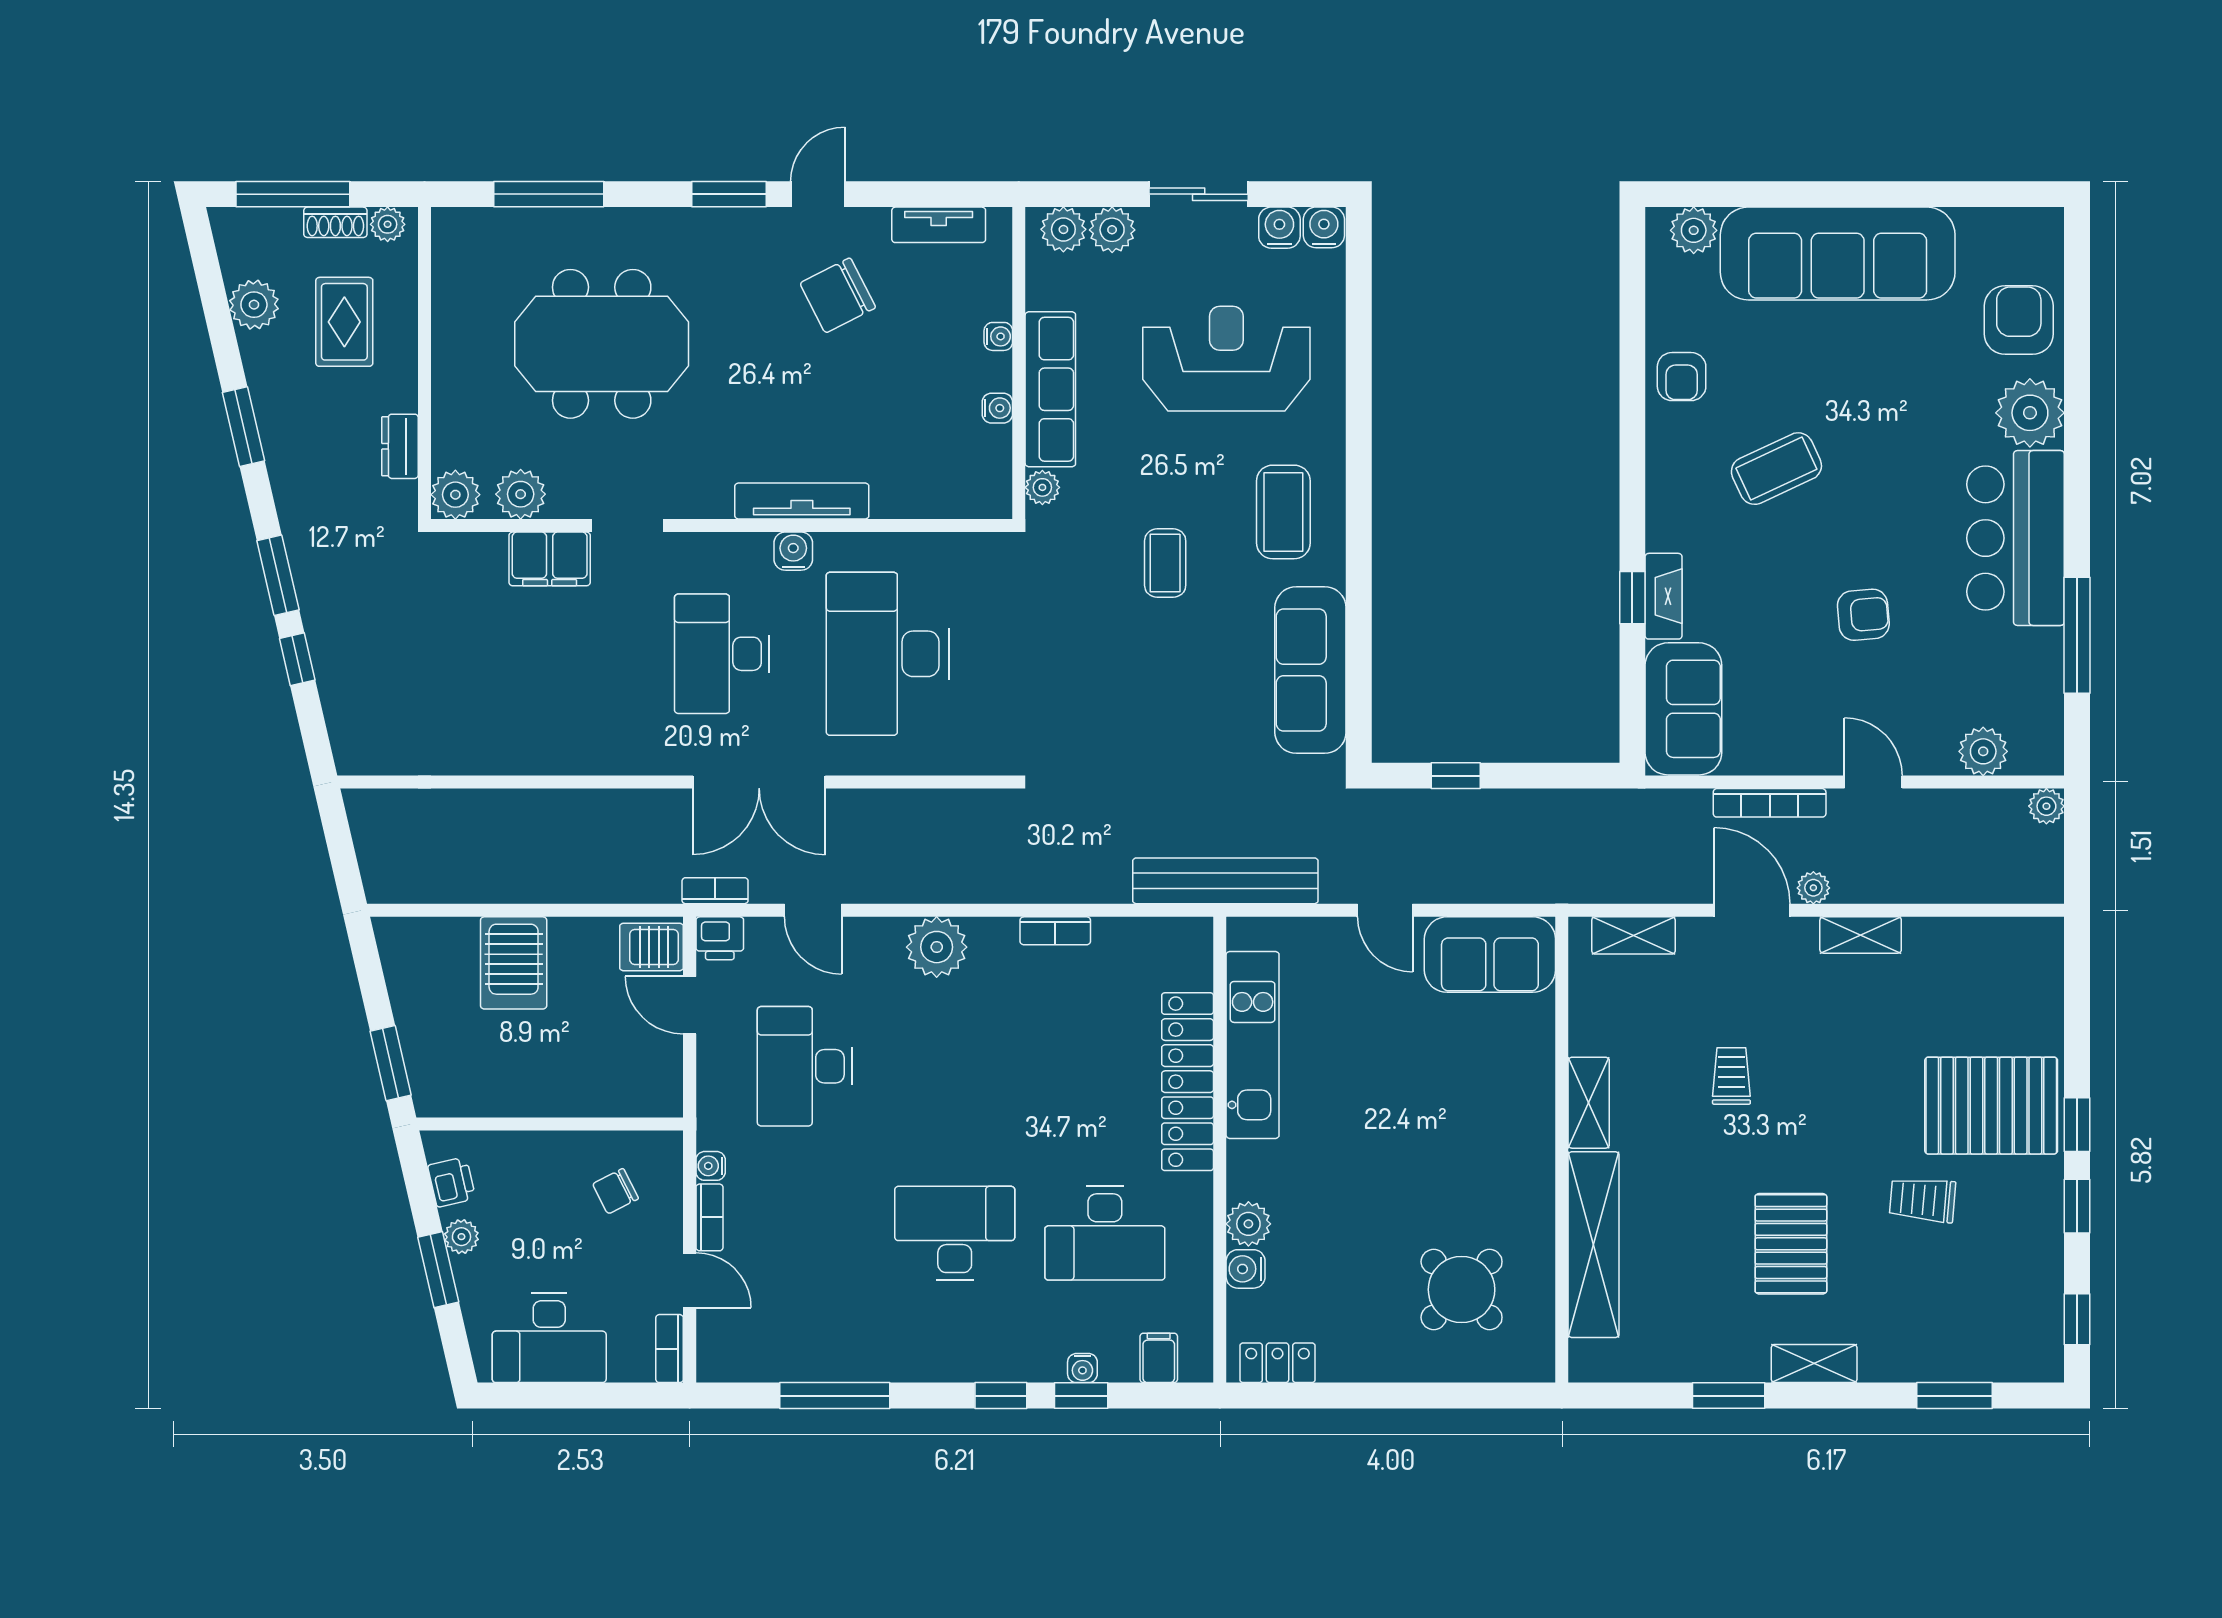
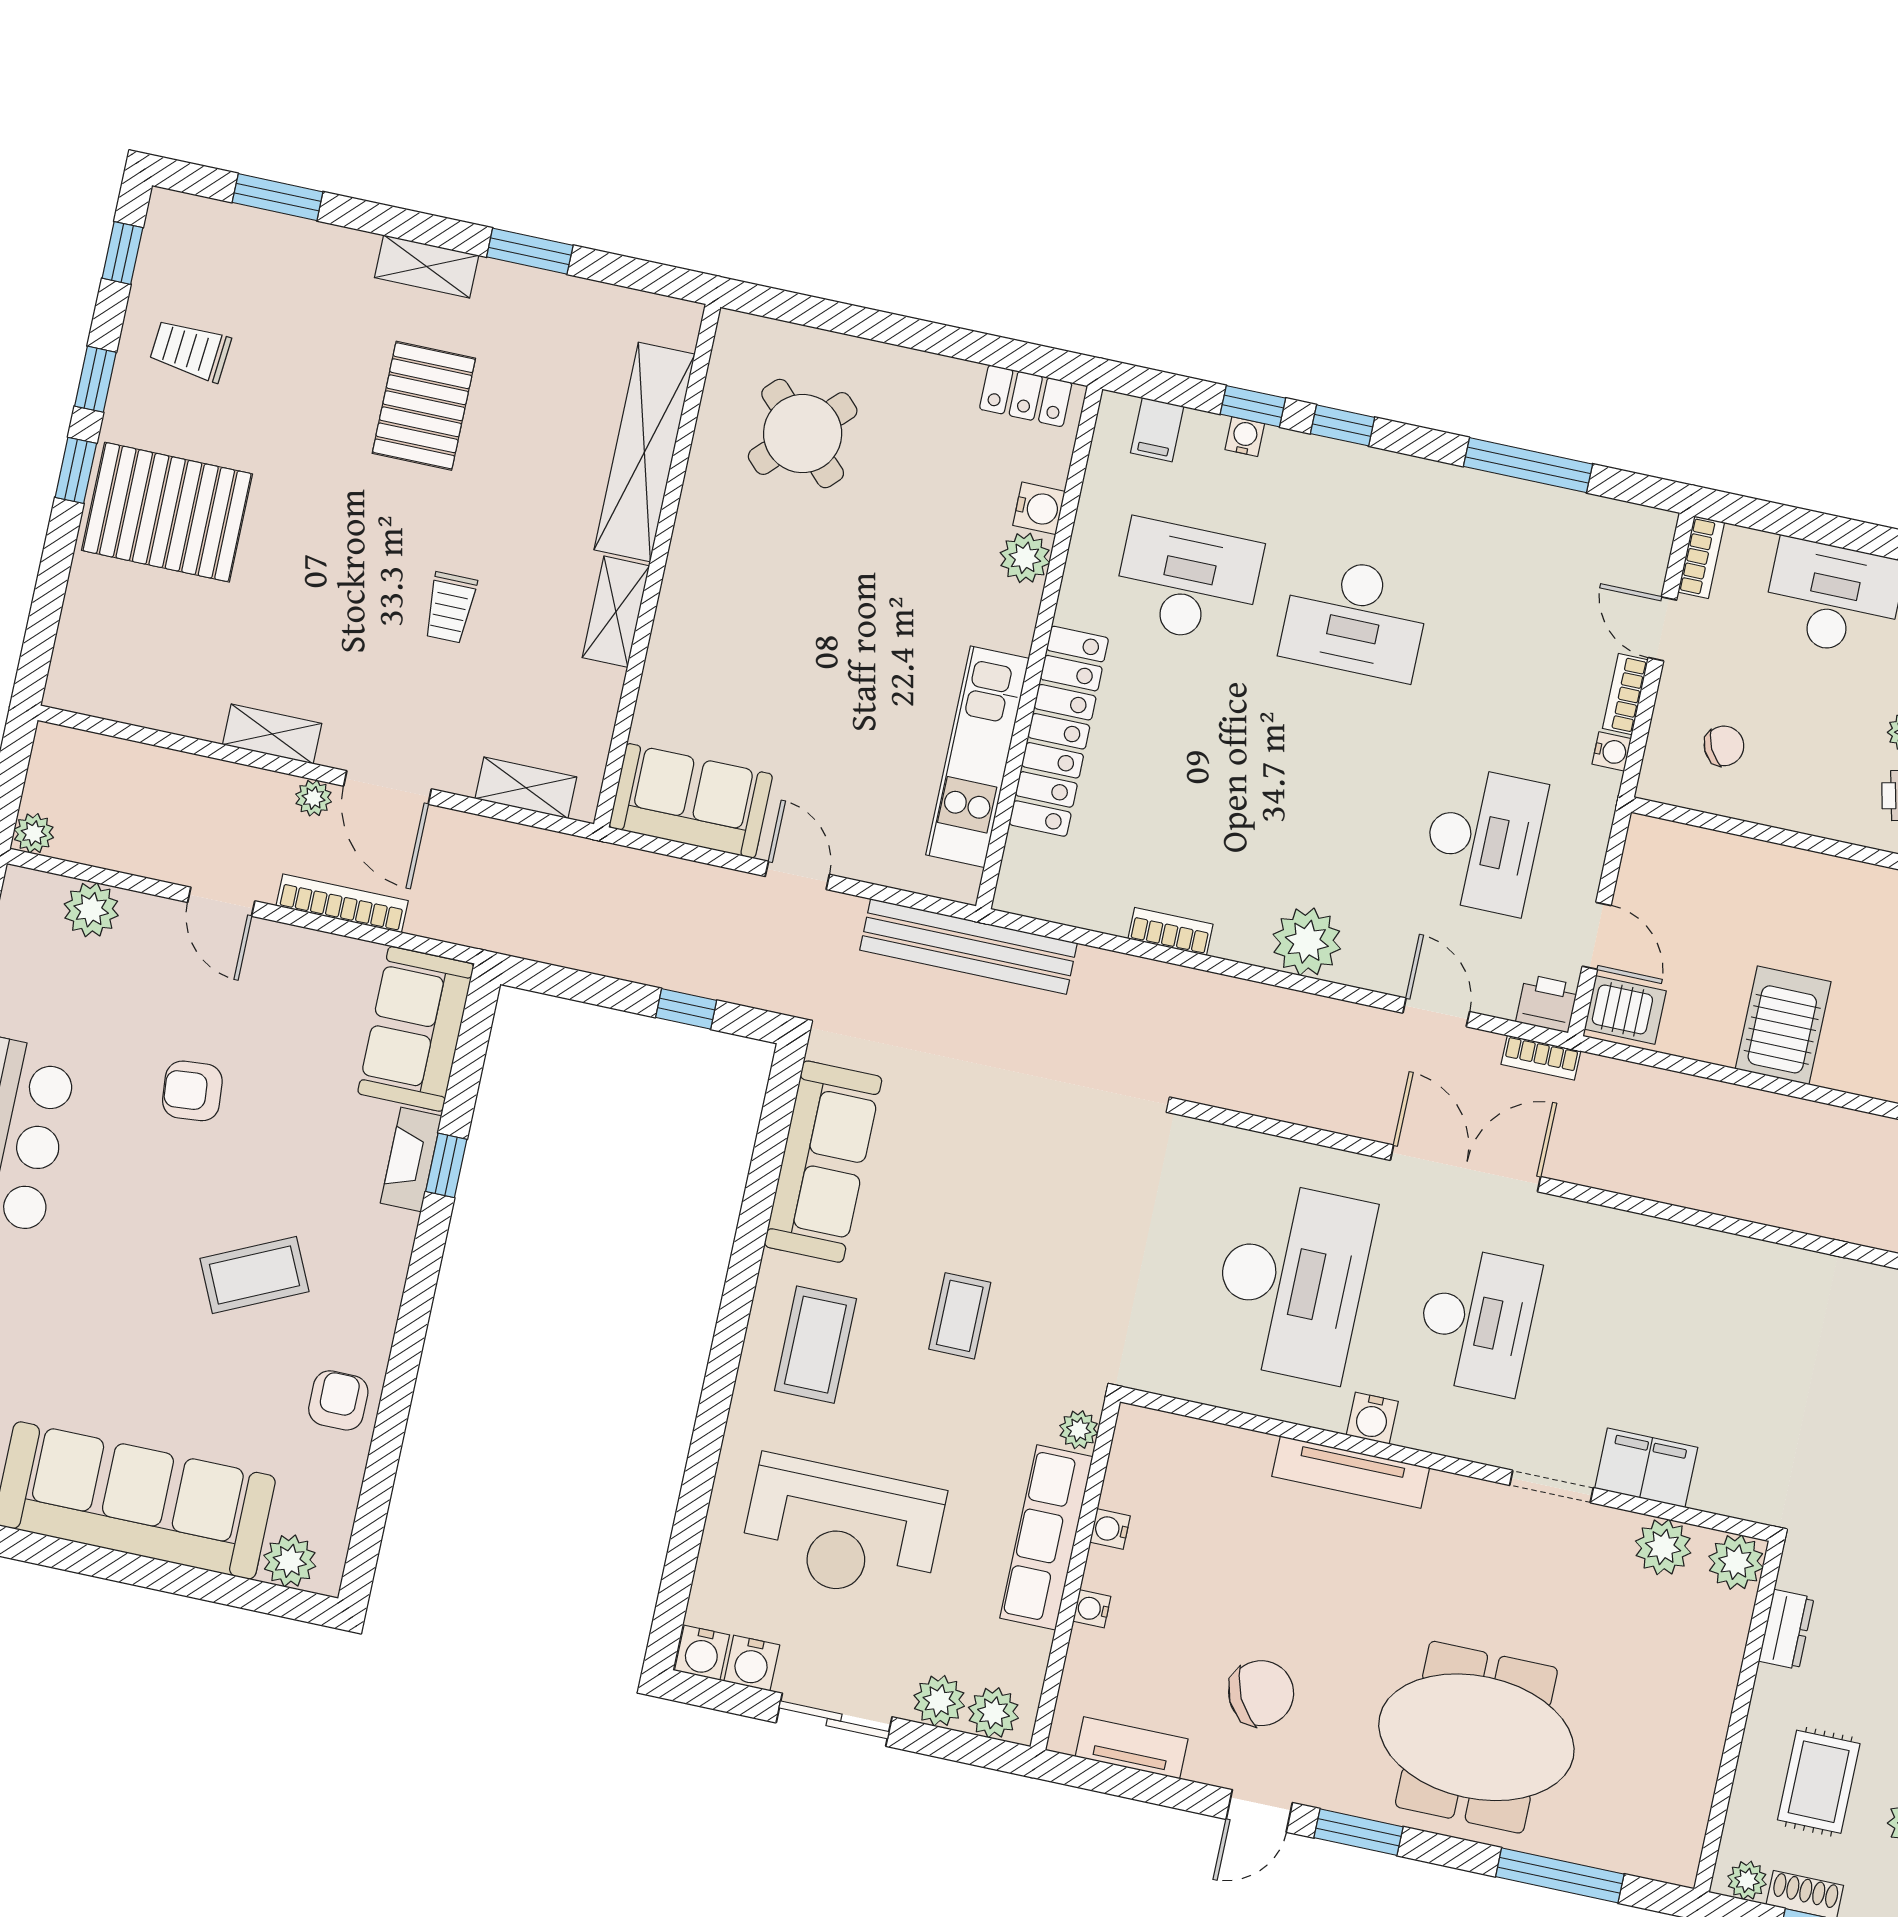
meeting table: (602, 344) -> (1476, 1737), moved
trolley: (1922, 1200) -> (190, 350), moved, turned 180

